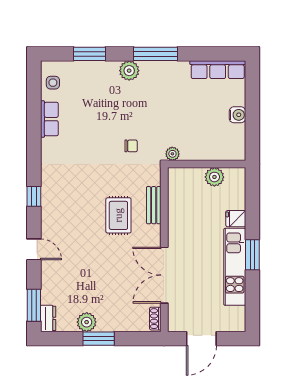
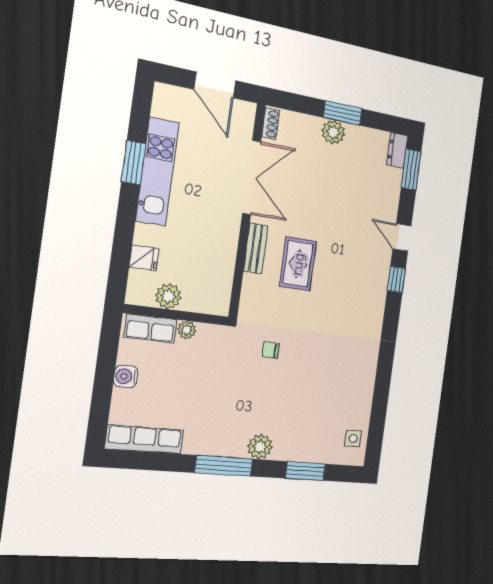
row of seats: (49, 119) -> (151, 328), moved, turned -90
plant: (172, 154) -> (187, 330), moved
window: (34, 196) -> (396, 280), moved
bench: (154, 205) -> (256, 248), moved
fridge: (236, 219) -> (144, 258), moved
window: (252, 255) -> (134, 163), moved
plant: (87, 322) -> (333, 132), moved
door: (201, 339) -> (215, 85), swing flipped

